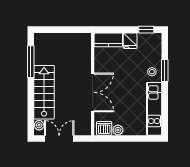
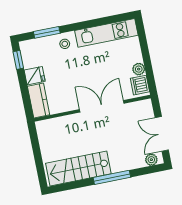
window: (31, 62) -> (112, 177), moved
window: (165, 71) -> (47, 32), moved
stairs: (44, 92) -> (78, 168), moved

